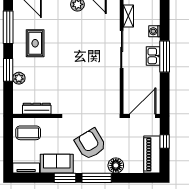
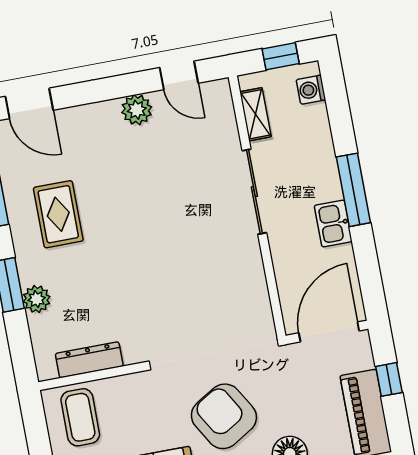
washing machine: (154, 31) -> (311, 90), moved
kitchen sink: (153, 56) -> (333, 224), moved
coffee table: (28, 133) -> (80, 417), turned 90

